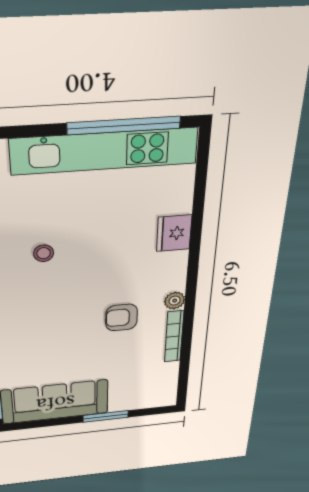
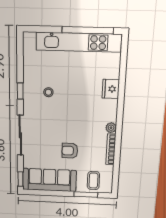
armchair: (122, 317) -> (70, 151), moved
coffee table: (141, 390) -> (93, 181), added
window: (106, 416) -> (86, 195), moved

